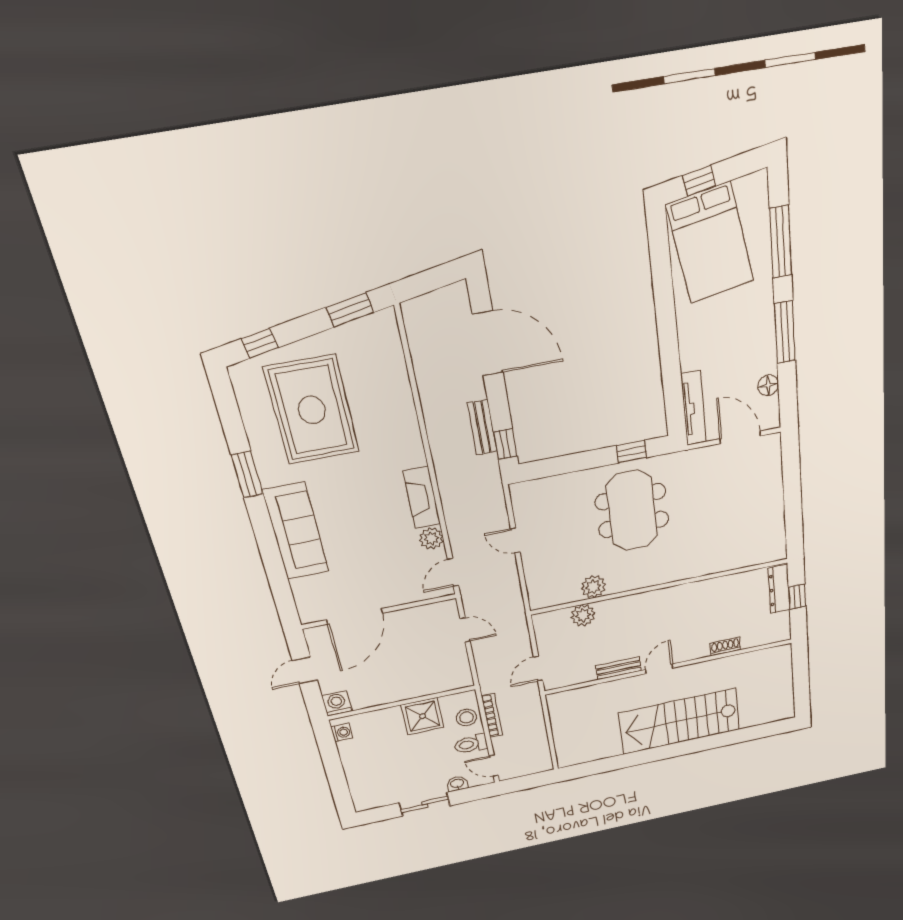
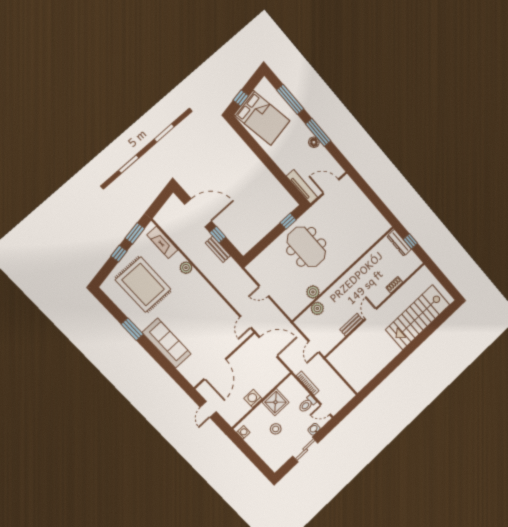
window: (260, 343) -> (119, 254), moved
floor lamp: (768, 385) -> (314, 142), moved
window: (505, 444) -> (218, 235), moved
fireplace: (422, 498) -> (162, 242), moved
plant: (431, 538) -> (186, 268), moved
door: (465, 630) -> (268, 347), width x1.88
washing machine: (337, 703) -> (253, 398), moved
stool: (466, 718) -> (276, 429), moved
stairs: (679, 721) -> (418, 317), moved

